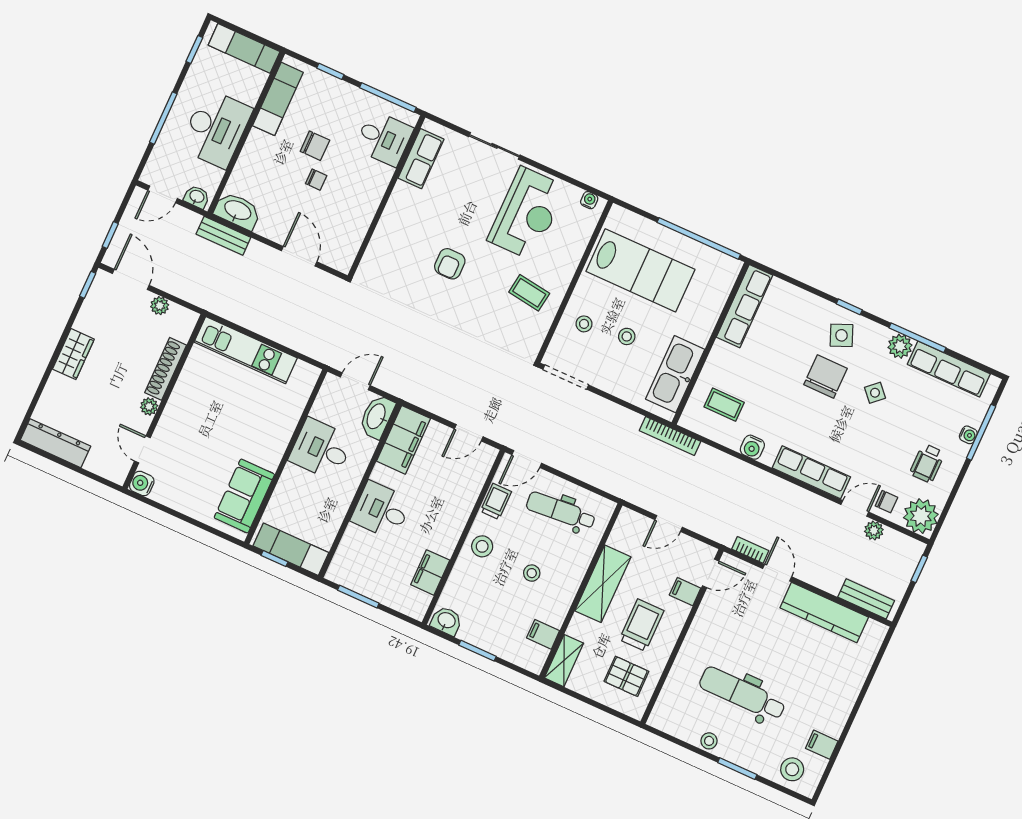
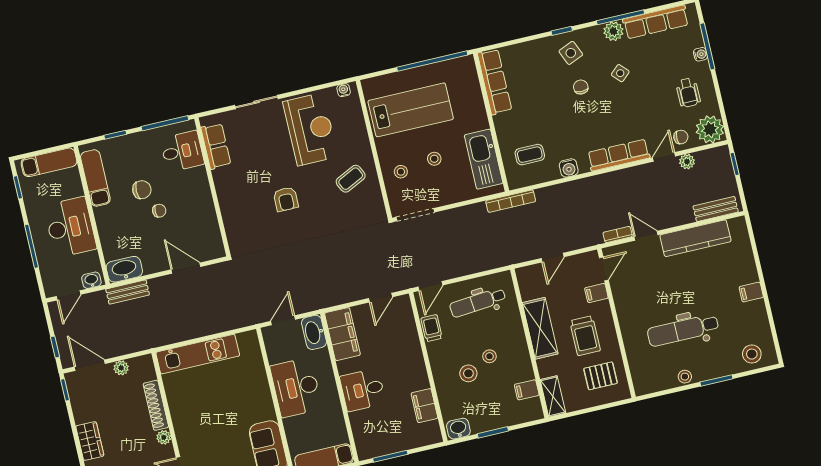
coffee table: (529, 293) -> (351, 179), turned -34
chair: (826, 376) -> (581, 87), width x0.54, depth x0.54
desk: (321, 449) -> (296, 387), width x1.37
stool: (482, 546) -> (468, 373), moved
trolley: (642, 625) -> (585, 336), turned 180
filing cabinet: (822, 745) -> (751, 292), moved

